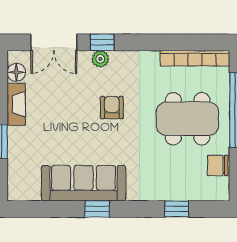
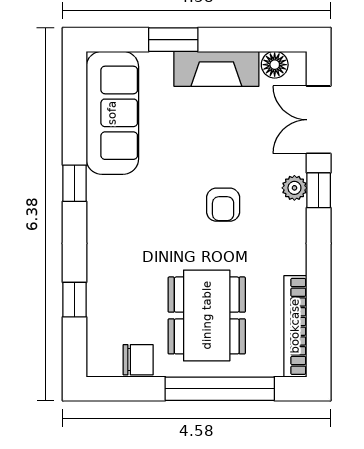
fireplace: (16, 104) -> (216, 69), width x1.37, depth x1.32
armchair: (112, 108) -> (223, 205), turned 90
chair: (218, 166) -> (138, 360), turned 90
sofa: (84, 183) -> (112, 113), moved

